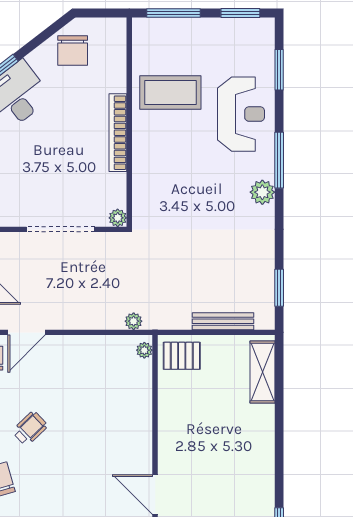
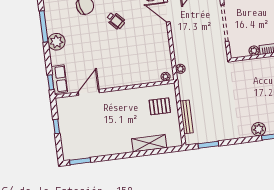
plant: (118, 218) -> (254, 51), moved
pallet: (182, 356) -> (160, 106), moved, turned 90
shelving: (262, 372) -> (149, 143), moved

